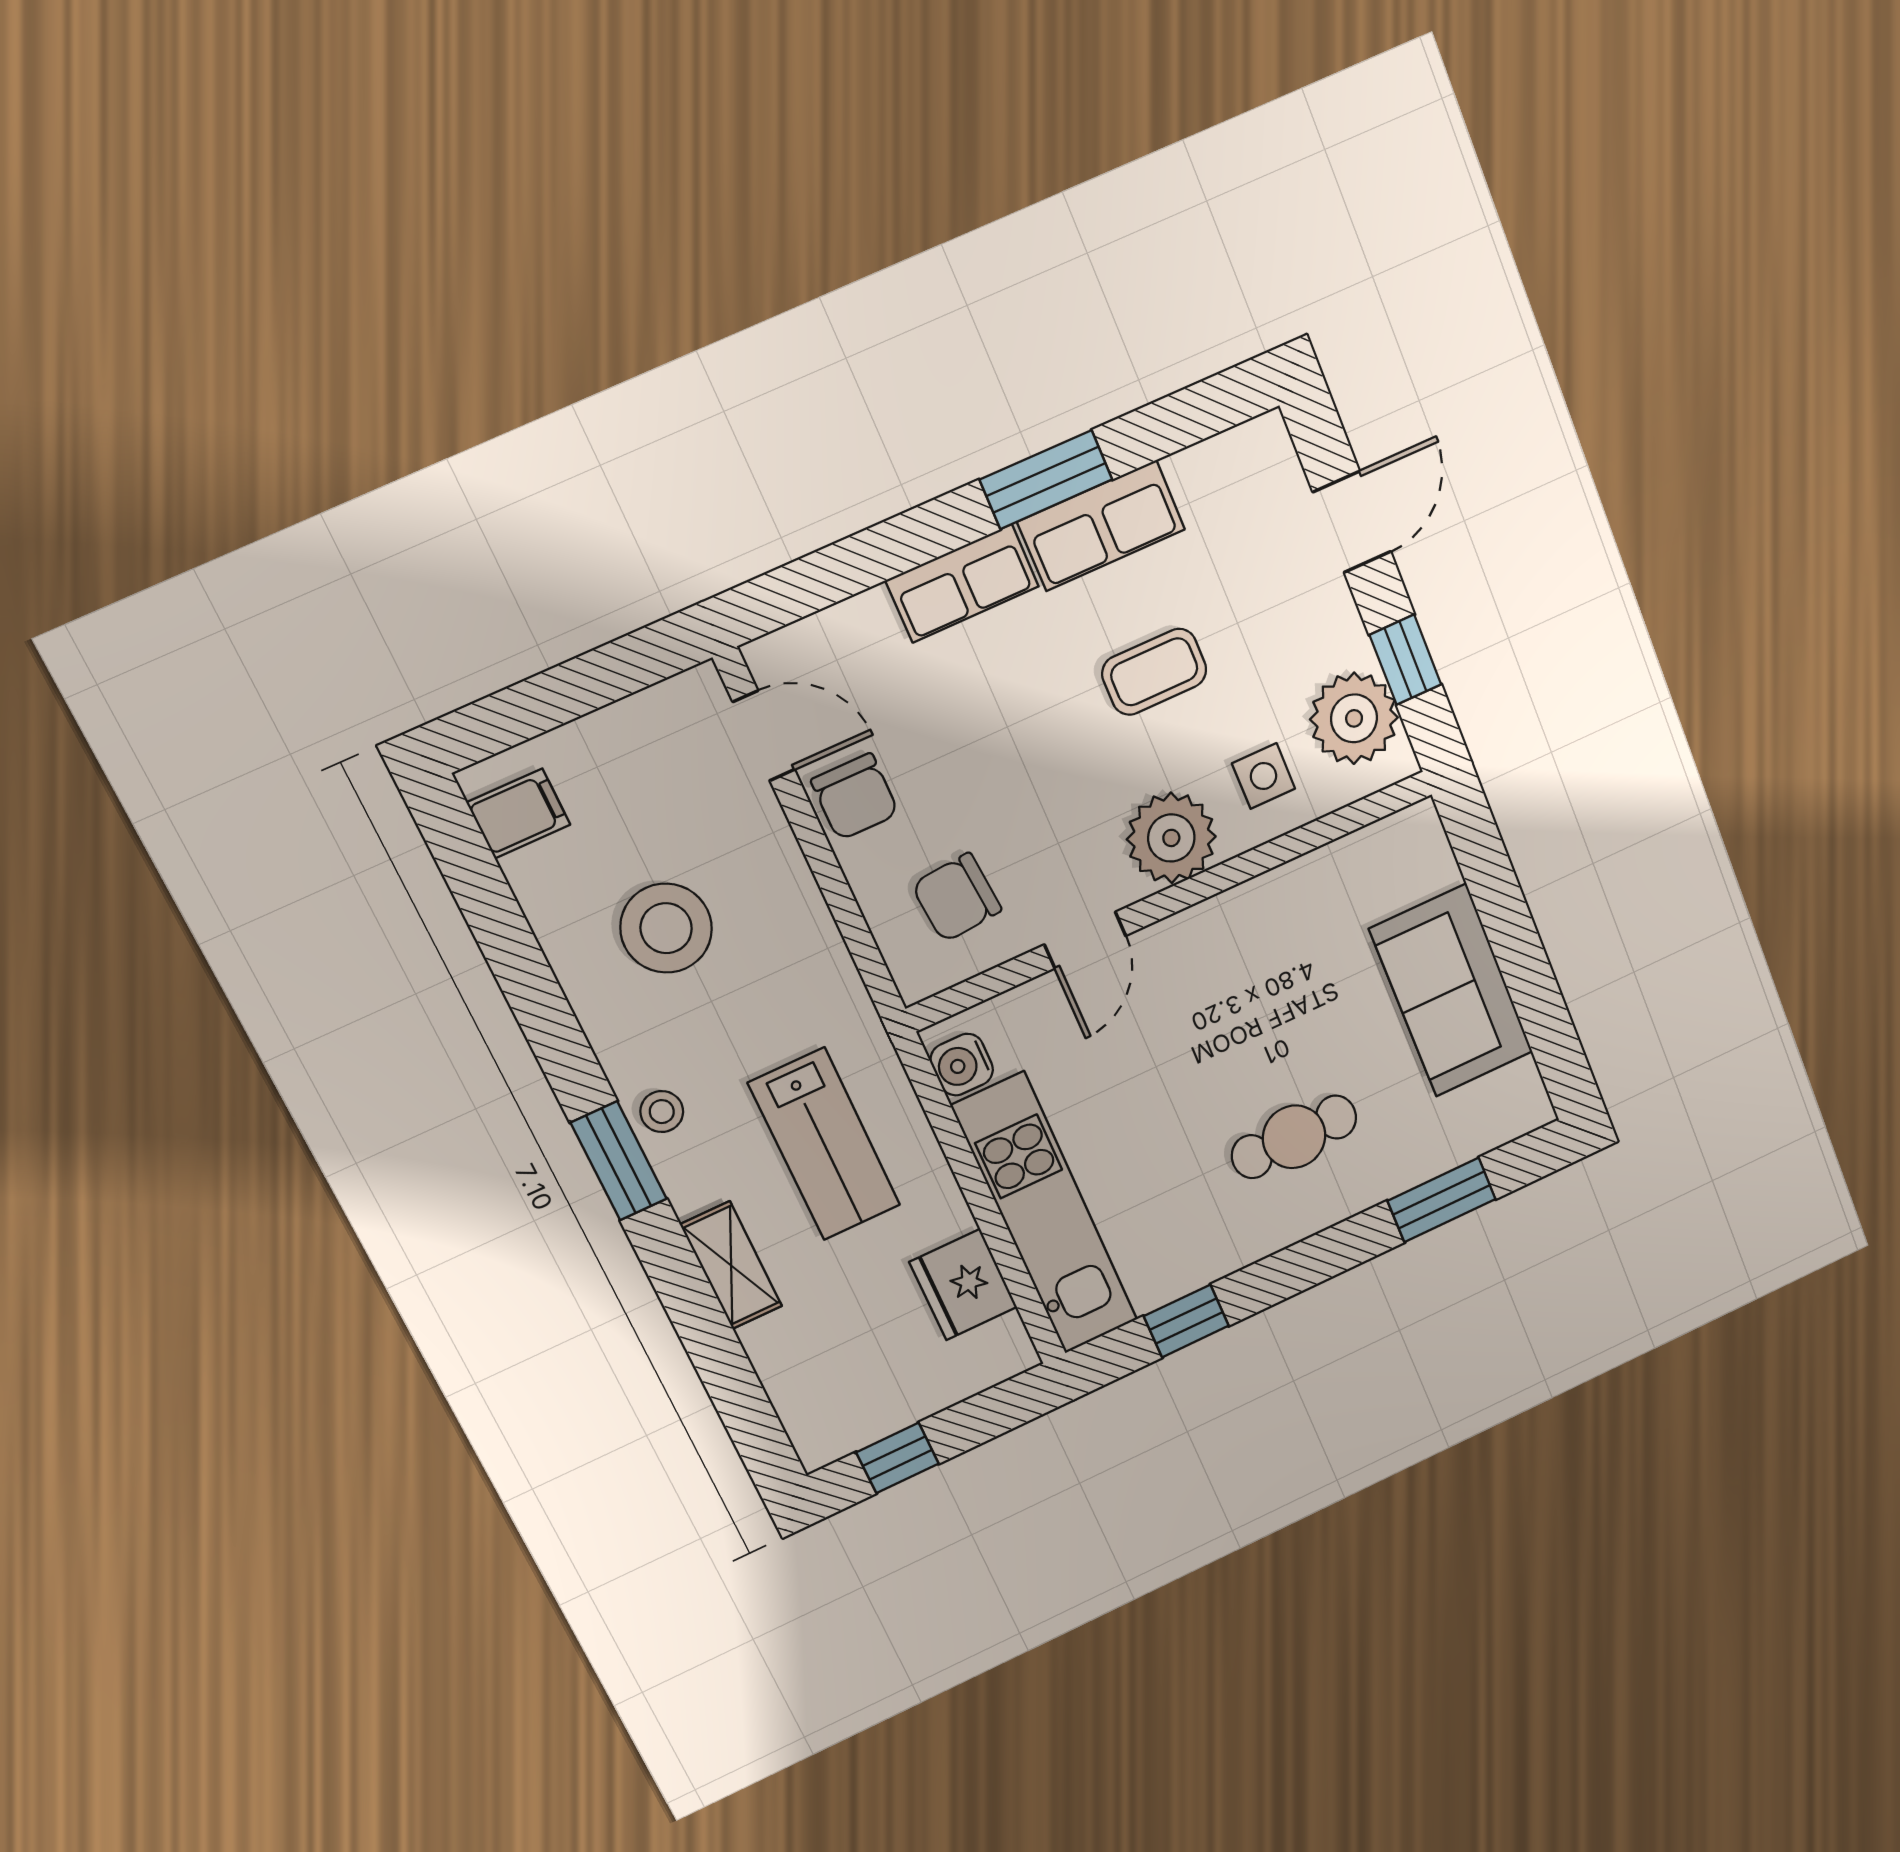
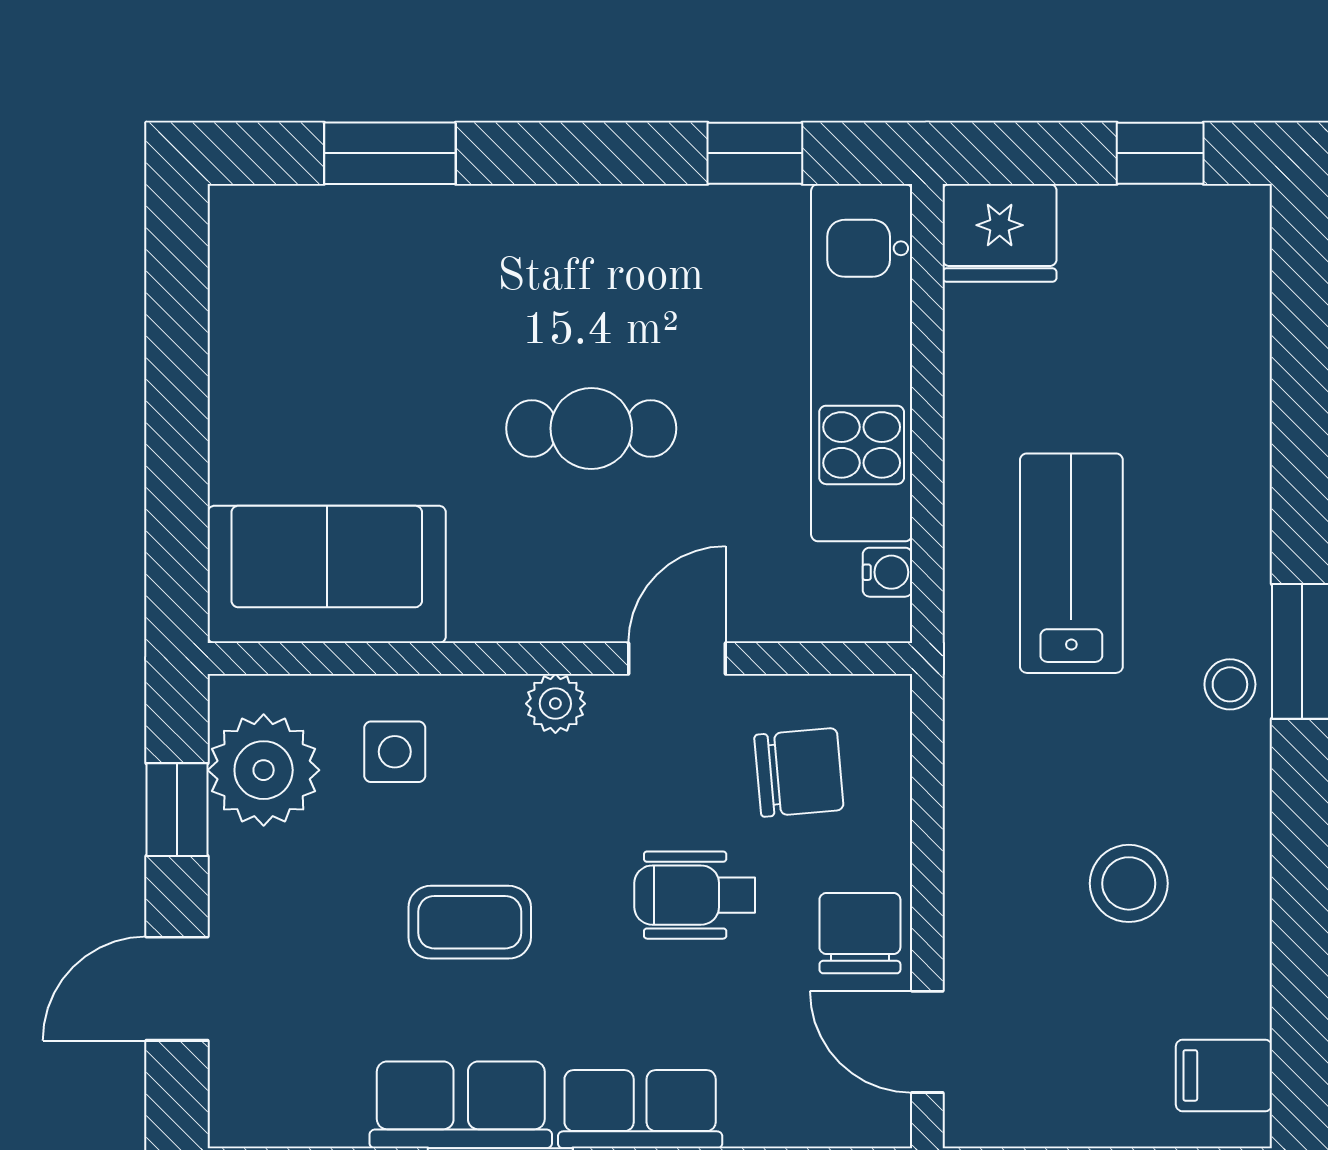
wheelchair: (994, 769) -> (695, 895), added
plant: (1171, 838) -> (555, 704), width x0.53, depth x0.53
stool: (666, 928) -> (1129, 883), width x0.73, depth x0.73
sofa: (1451, 991) -> (327, 574), moved, turned -90
water cooler: (962, 1065) -> (887, 572), width x0.72, depth x0.72
cafe table: (1294, 1137) -> (591, 428), moved
shelving: (731, 1265) -> (1238, 474), removed
fridge: (963, 1285) -> (1000, 233), moved, turned 90

